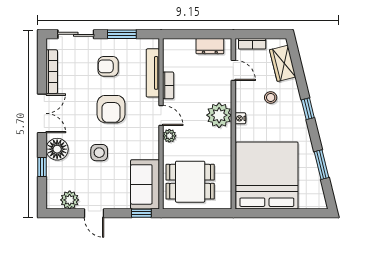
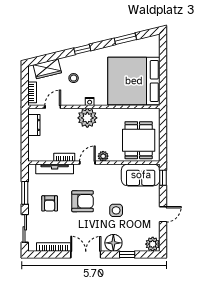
plant: (70, 200) -> (153, 244), moved

